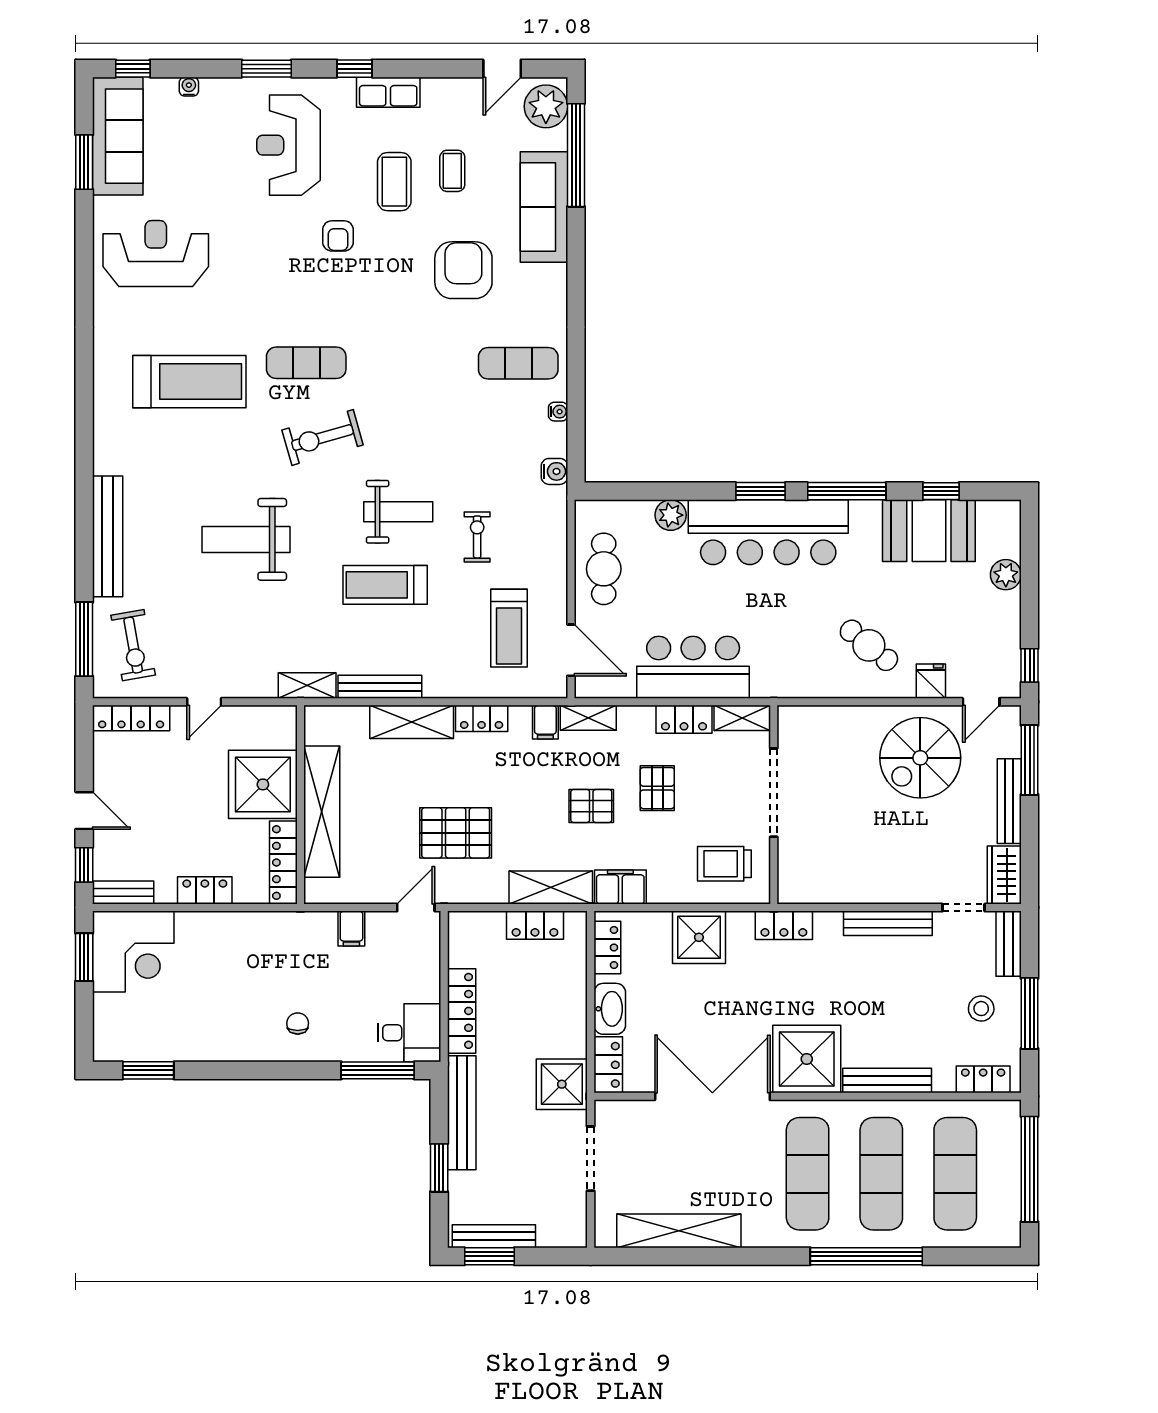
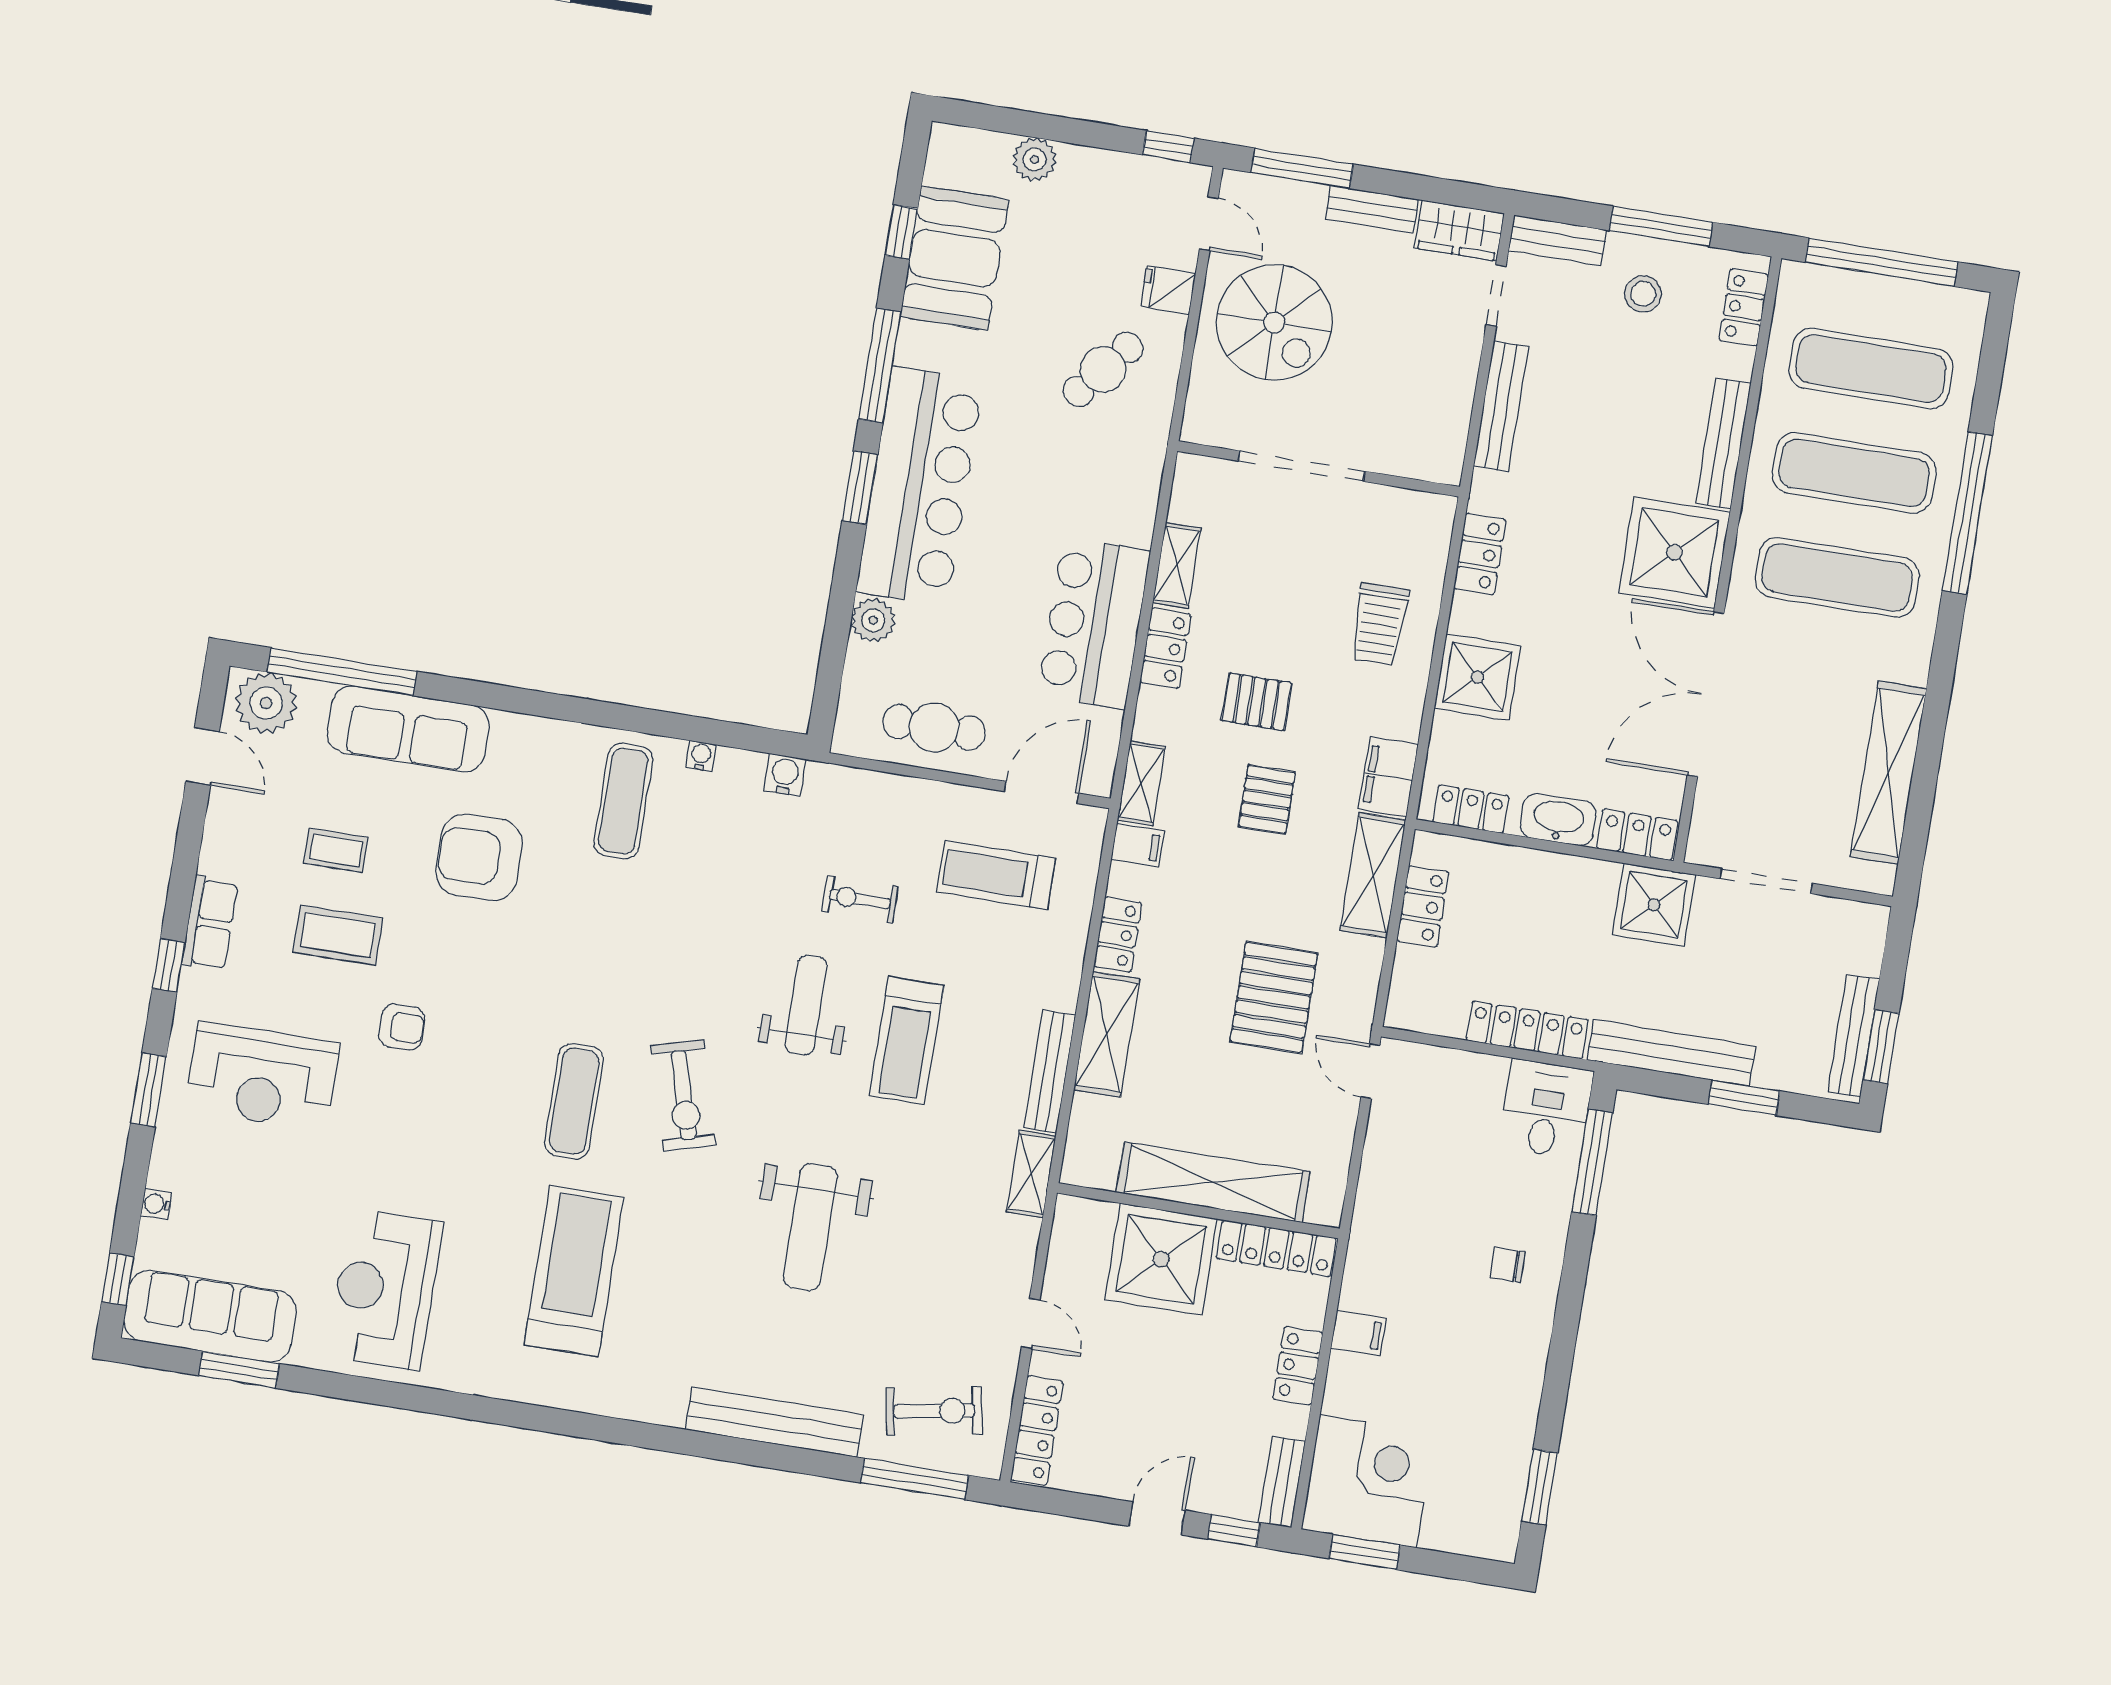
treadmill: (509, 628) -> (996, 875), turned 180
doorway: (774, 793) -> (1301, 466), moved
bench: (1009, 801) -> (1372, 209), width x0.73
wall: (774, 805) -> (1319, 469), moved
filing cabinet: (351, 929) -> (1359, 1333), moved

